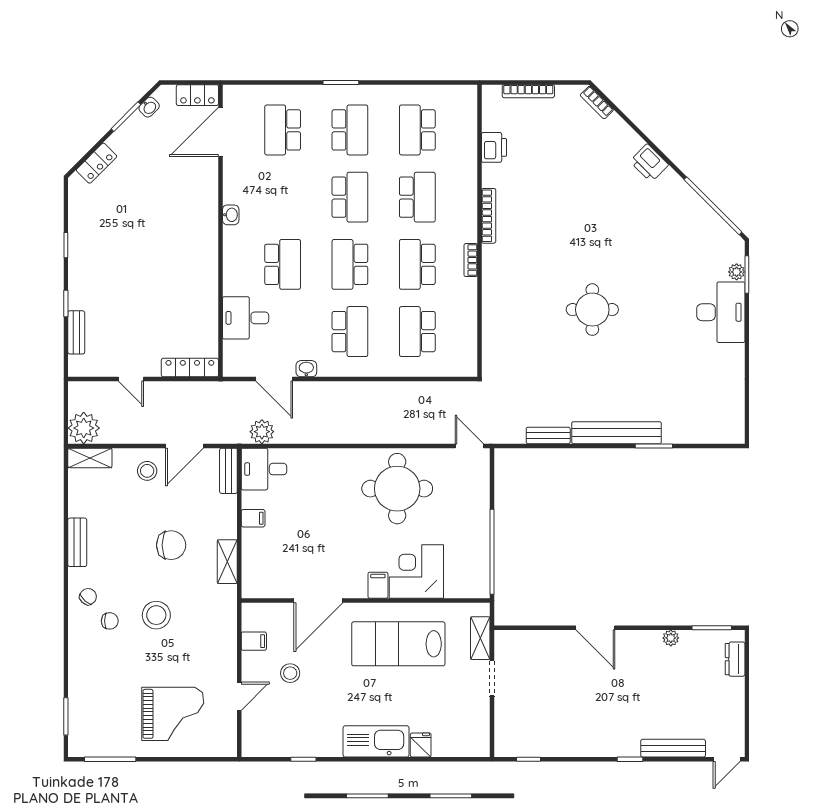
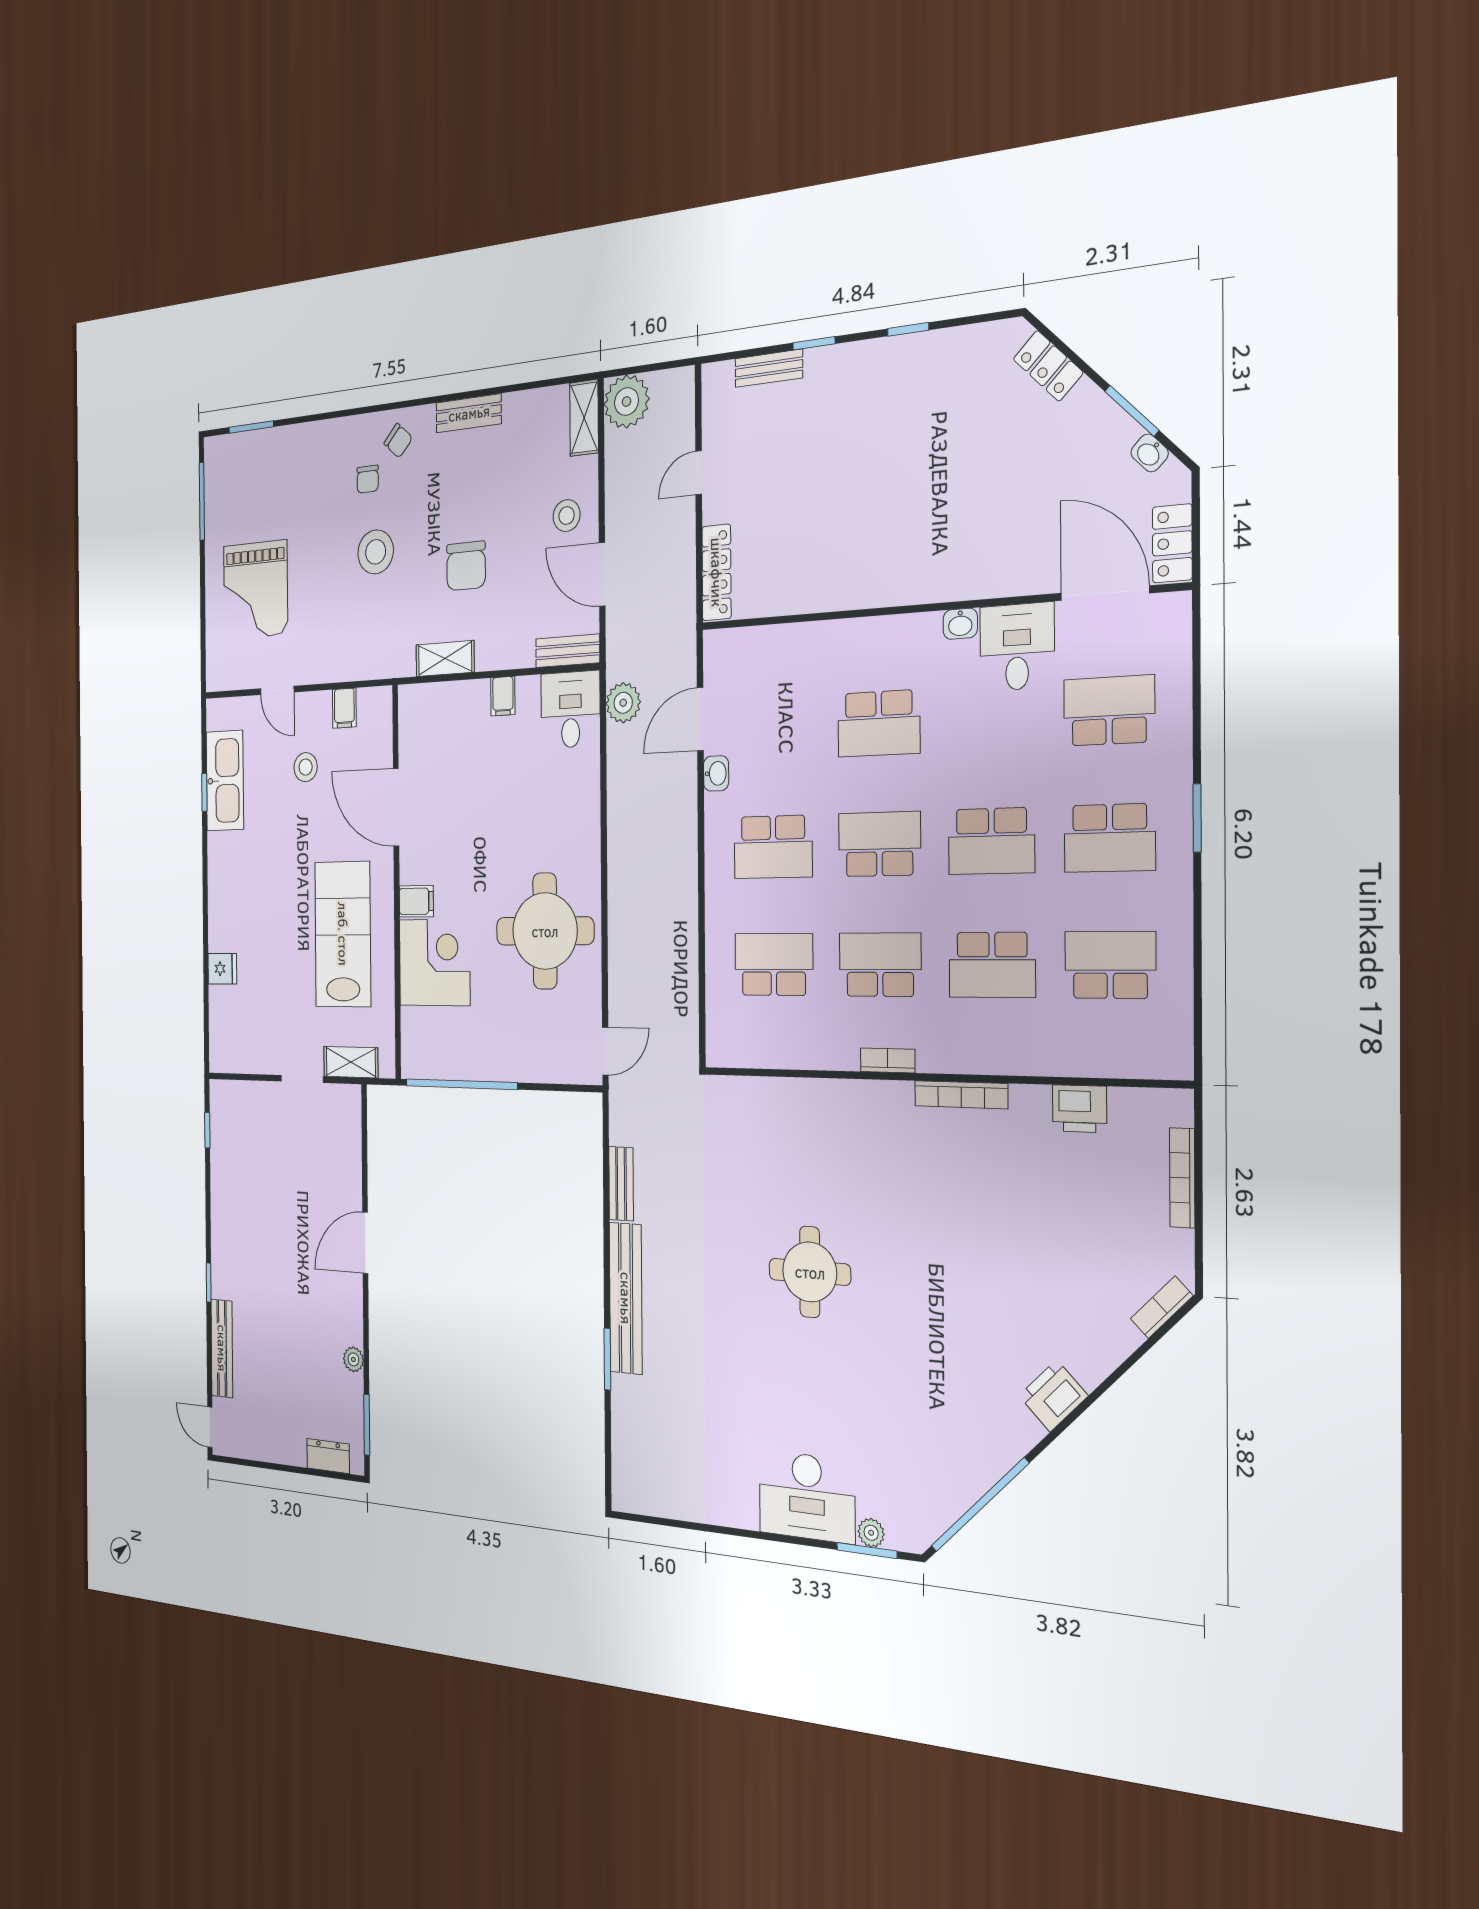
desk: (246, 318) -> (1017, 647), moved
kitchen sink: (376, 741) -> (225, 781), moved

